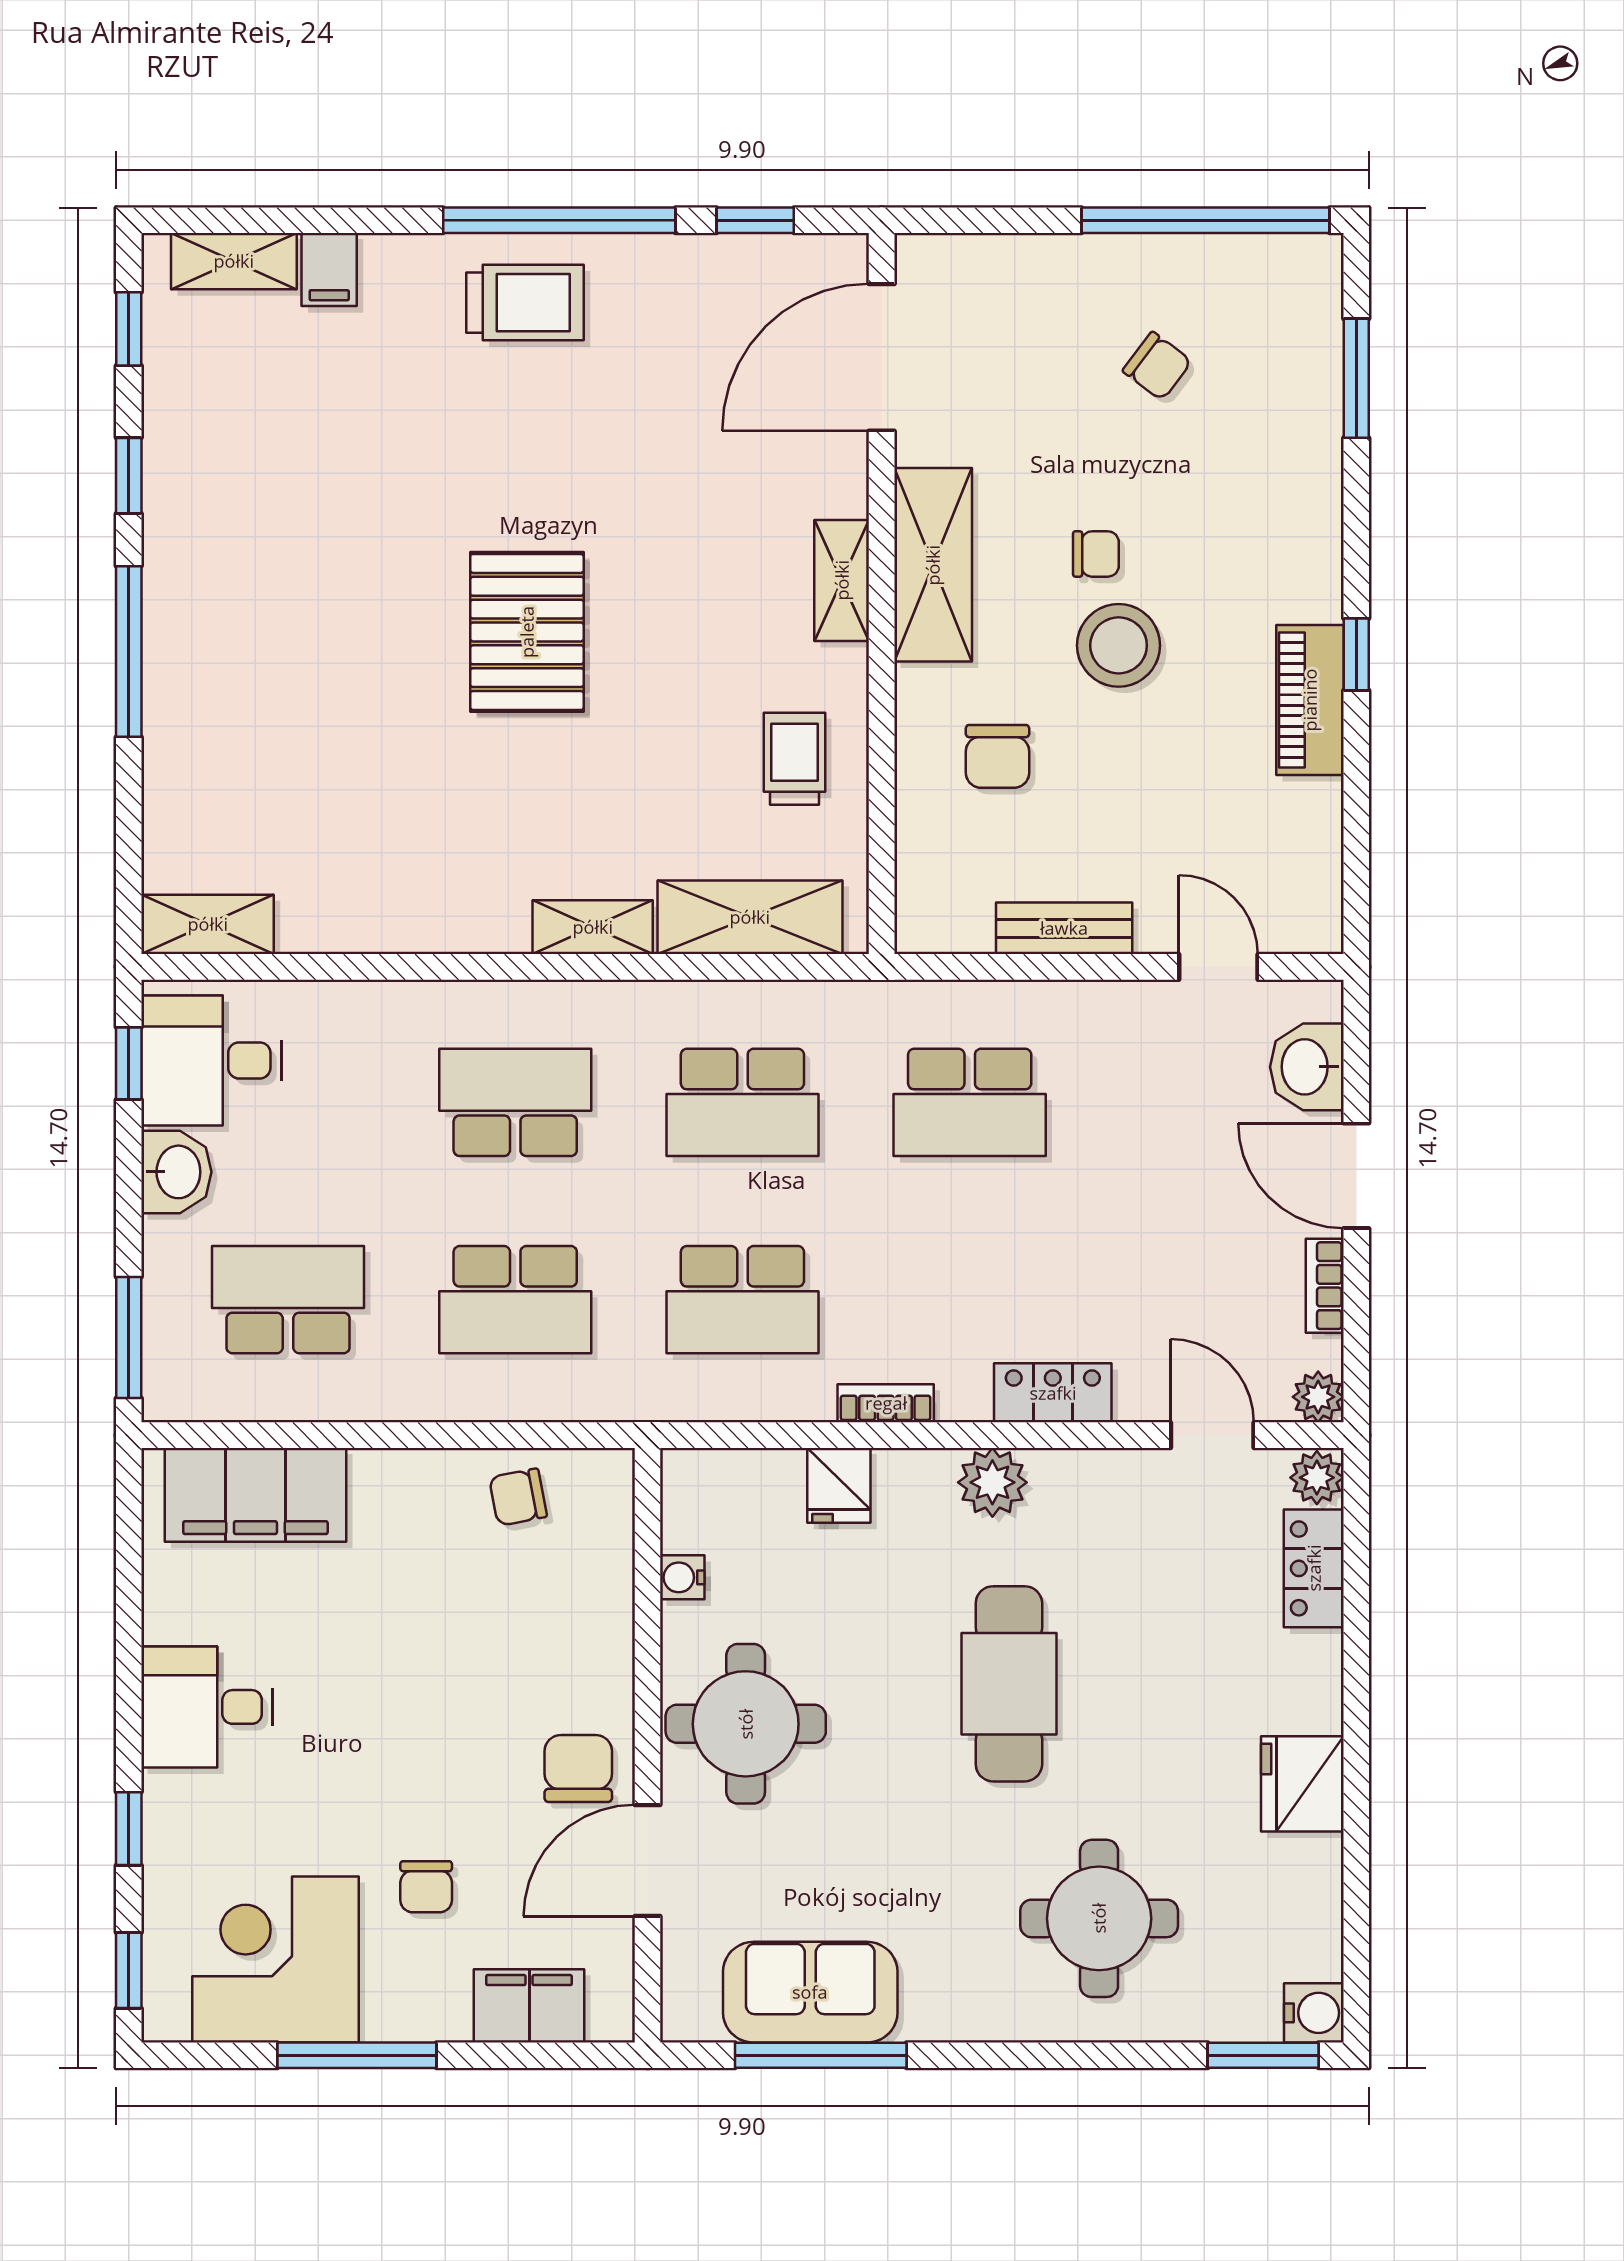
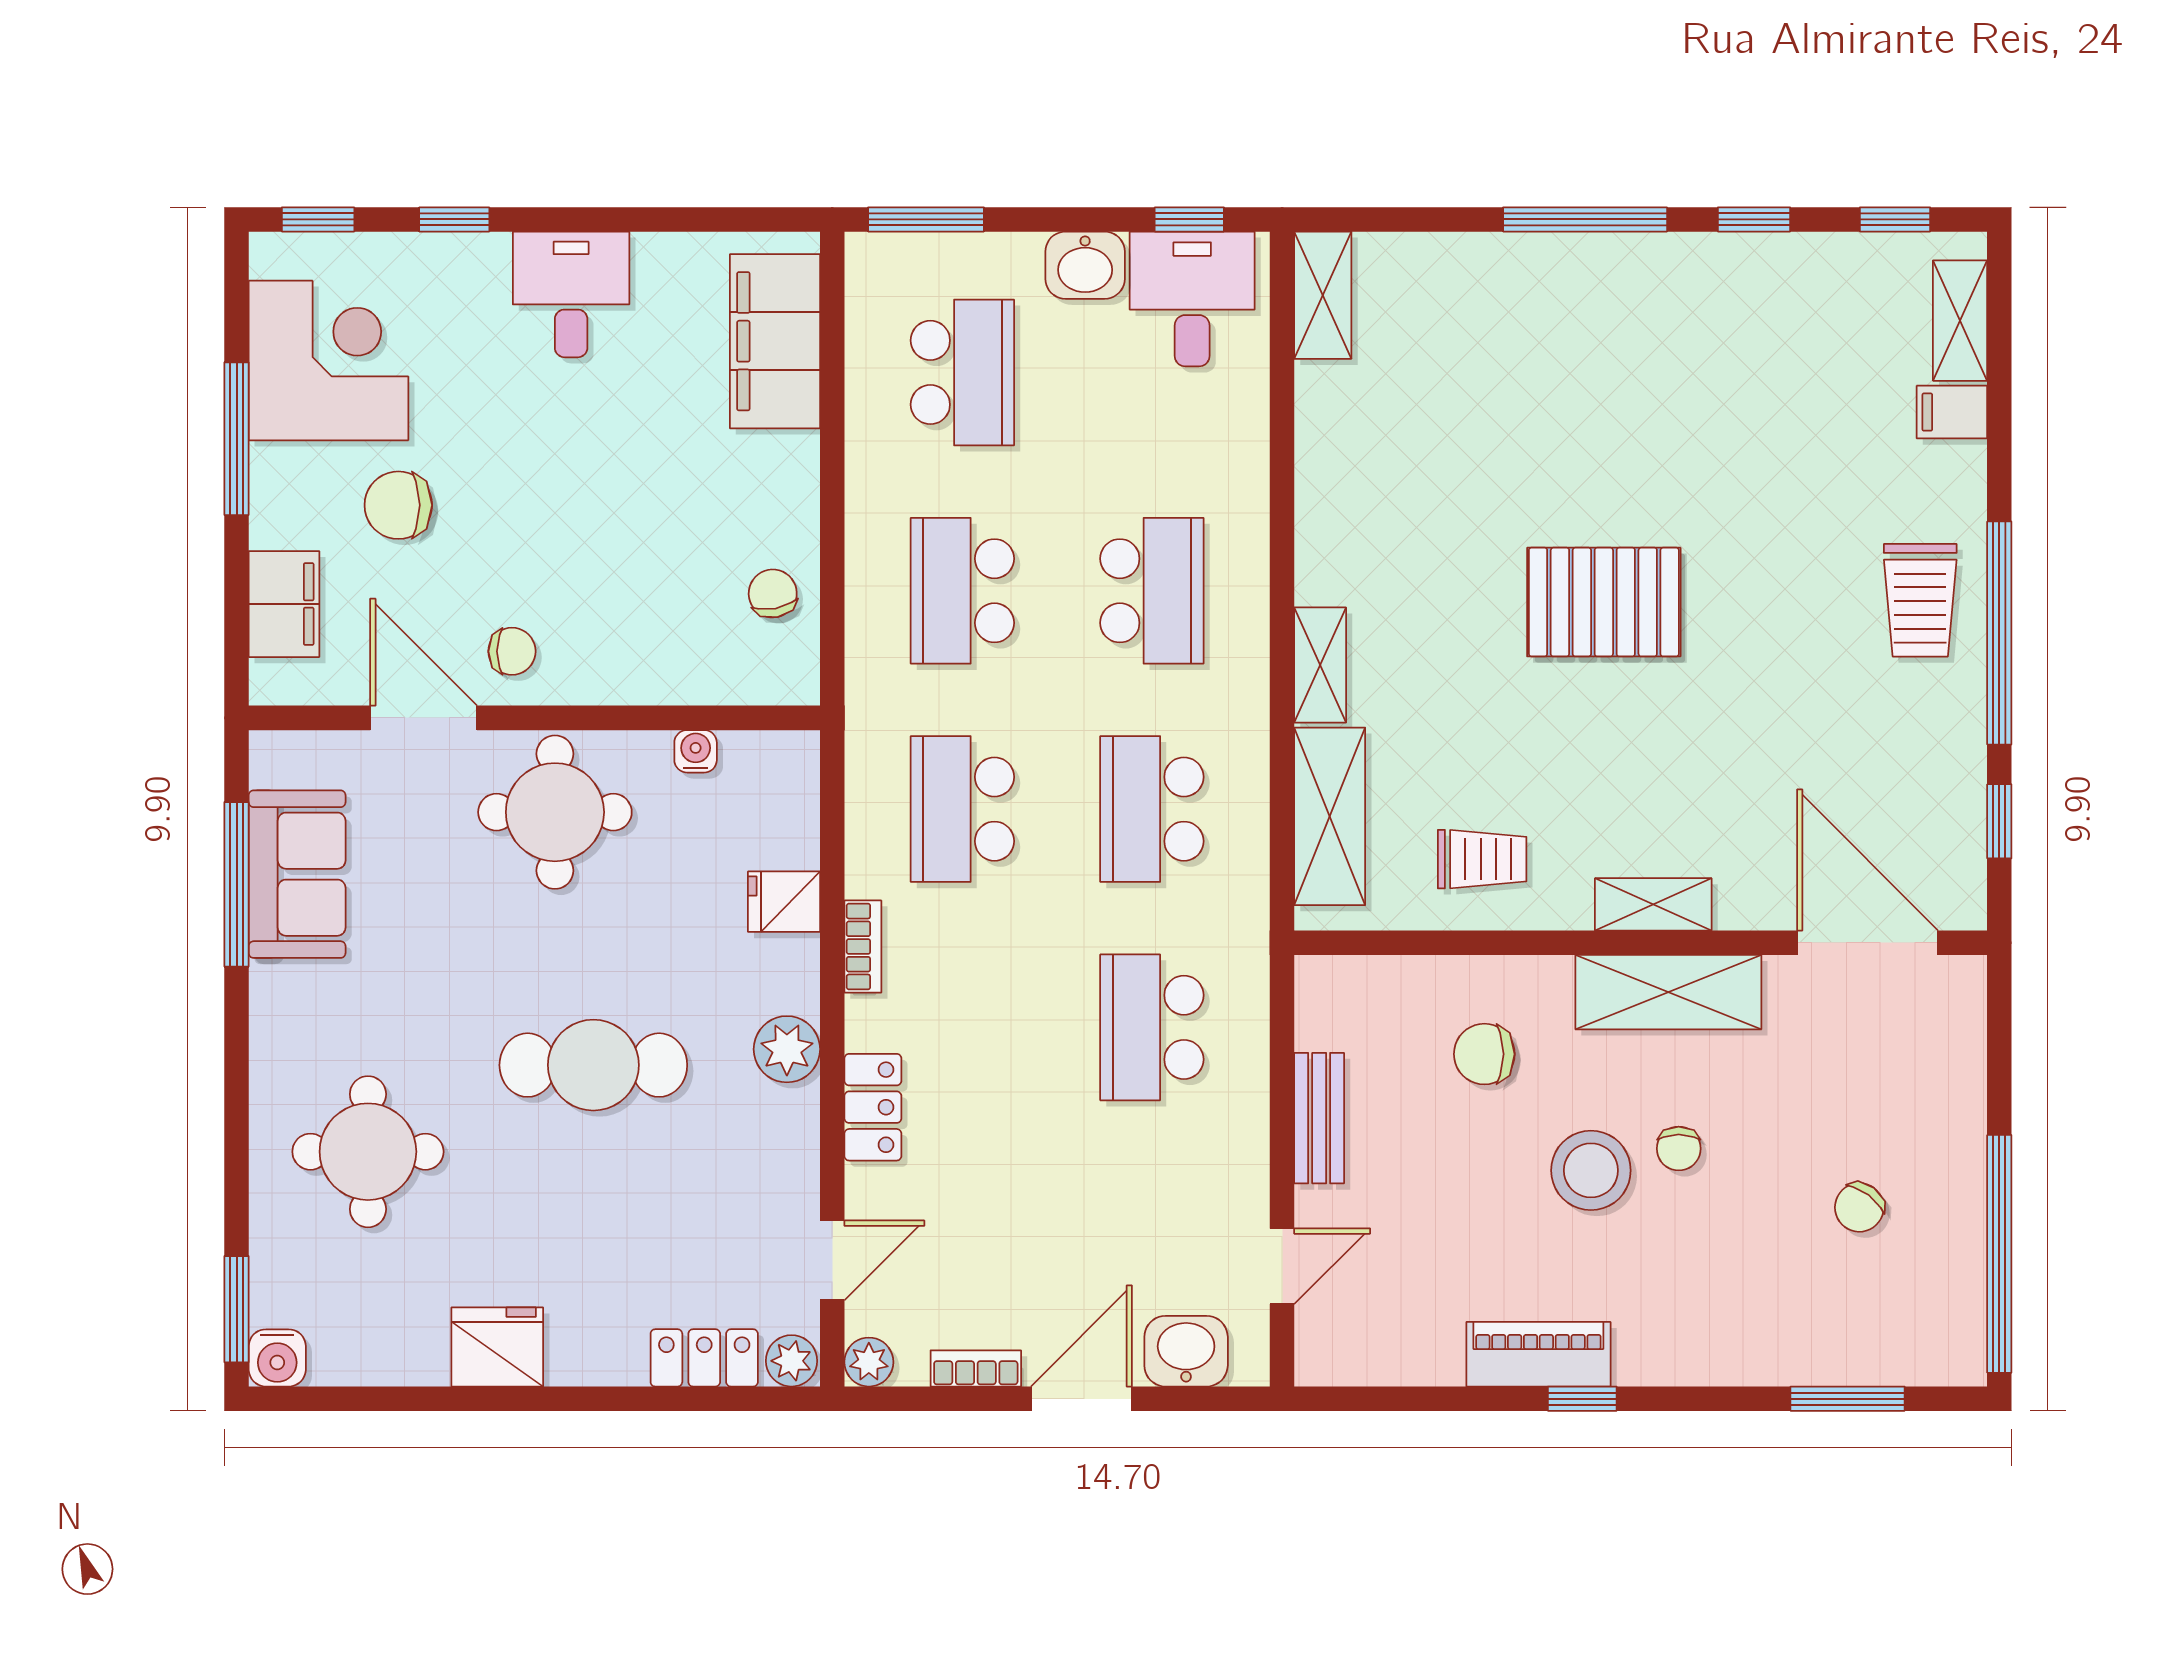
chair: (578, 1769) -> (512, 651), width x0.73, depth x0.73
chair: (426, 1887) -> (398, 505), width x1.37, depth x1.37

